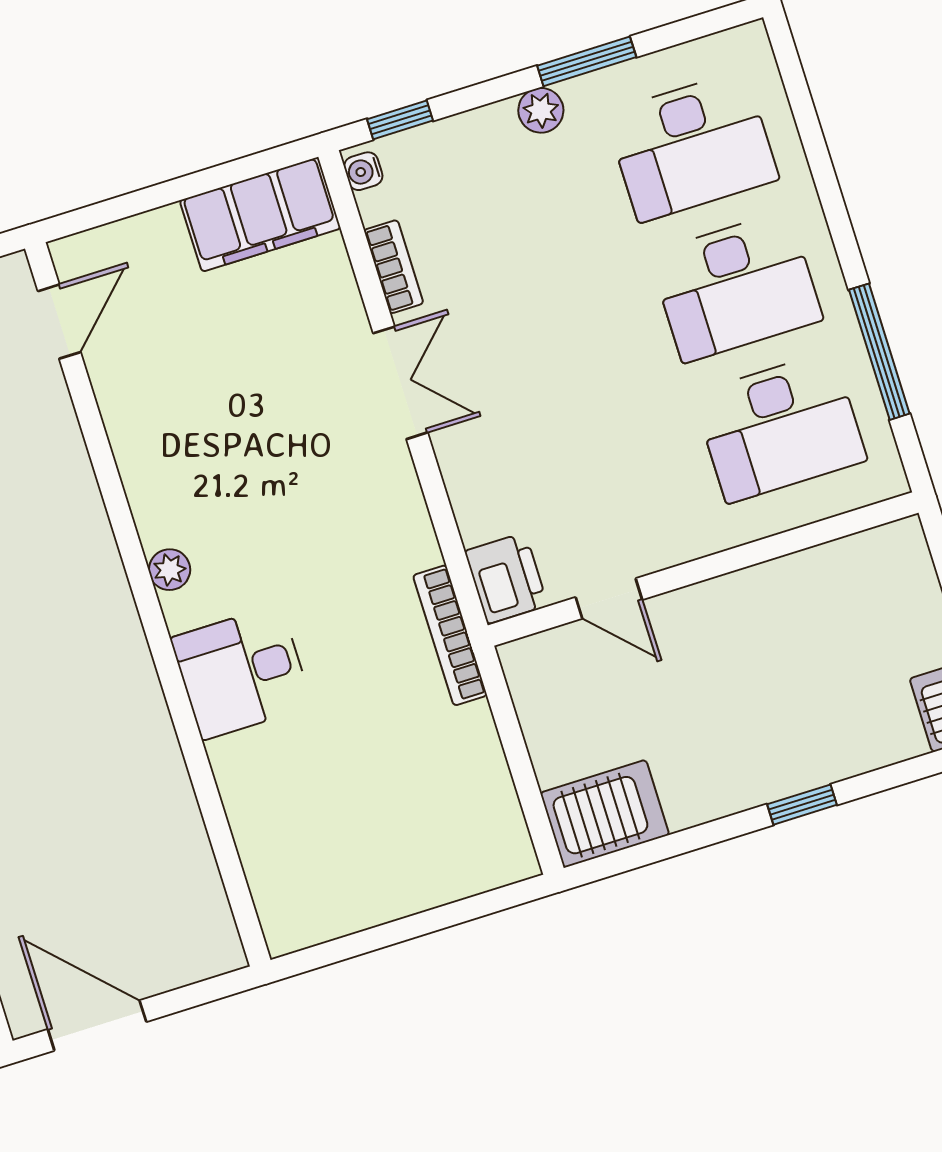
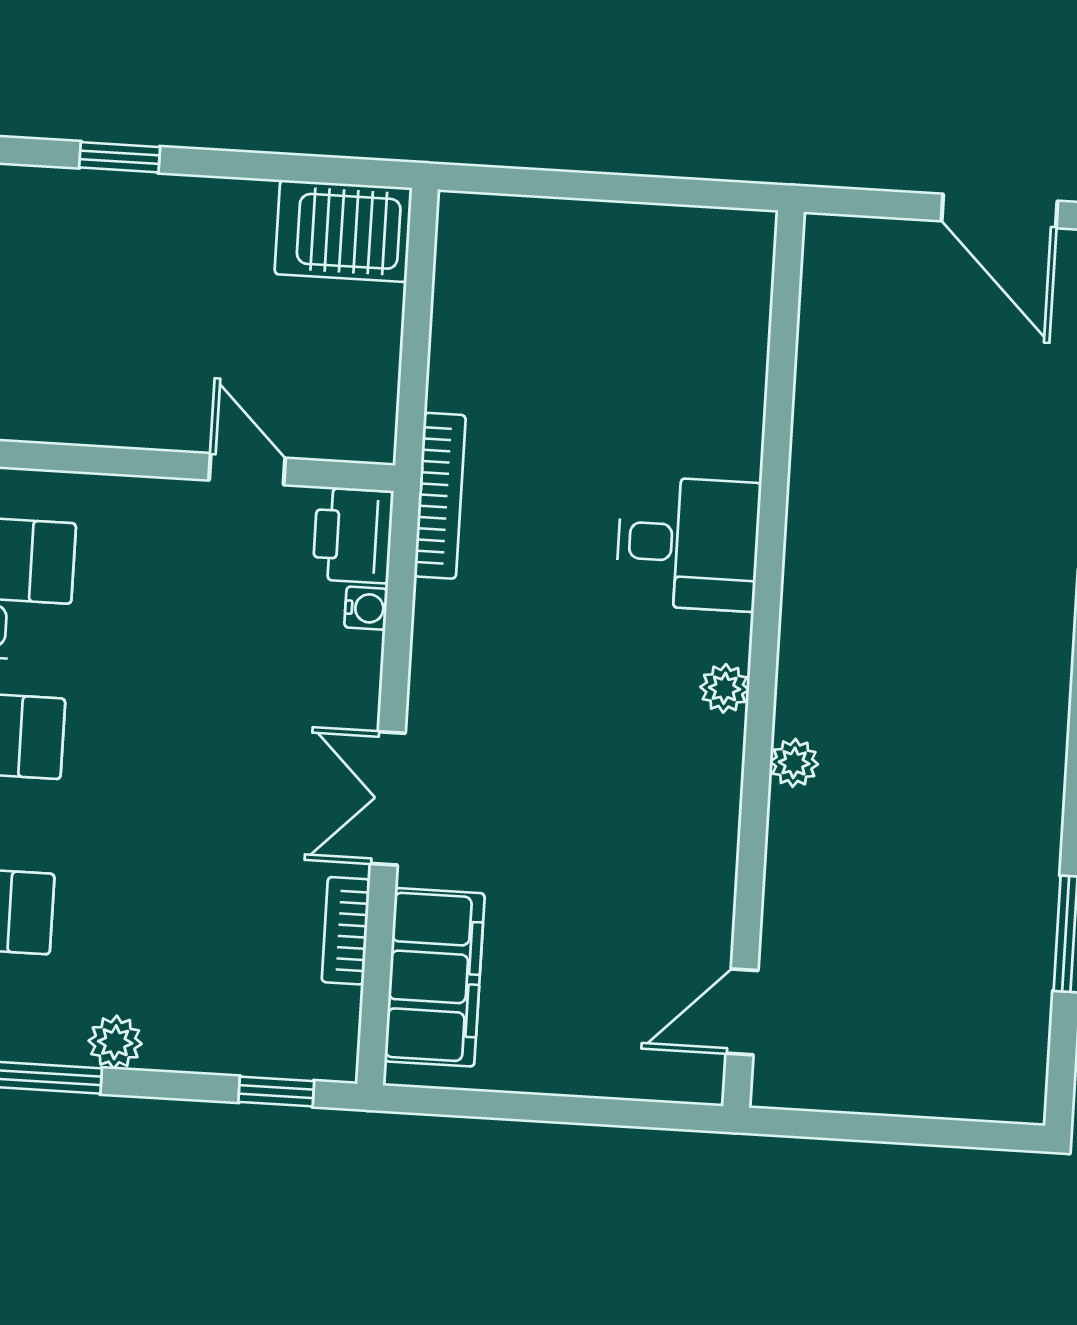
water cooler: (363, 171) -> (366, 608), moved
filing cabinet: (260, 214) -> (435, 977), moved, turned 90
plant: (93, 532) -> (794, 763), added

